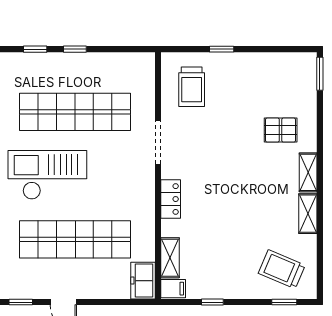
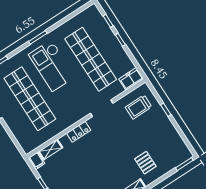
checkout: (47, 175) -> (52, 66), turned 180
freezer: (143, 281) -> (131, 79), moved

